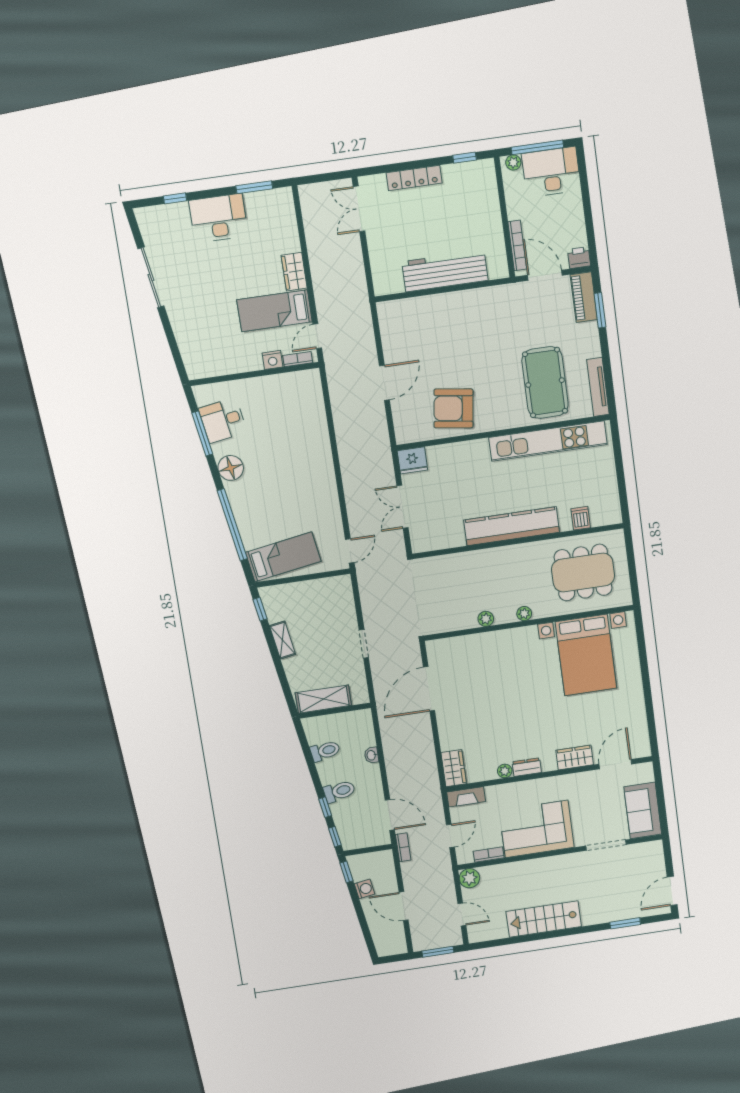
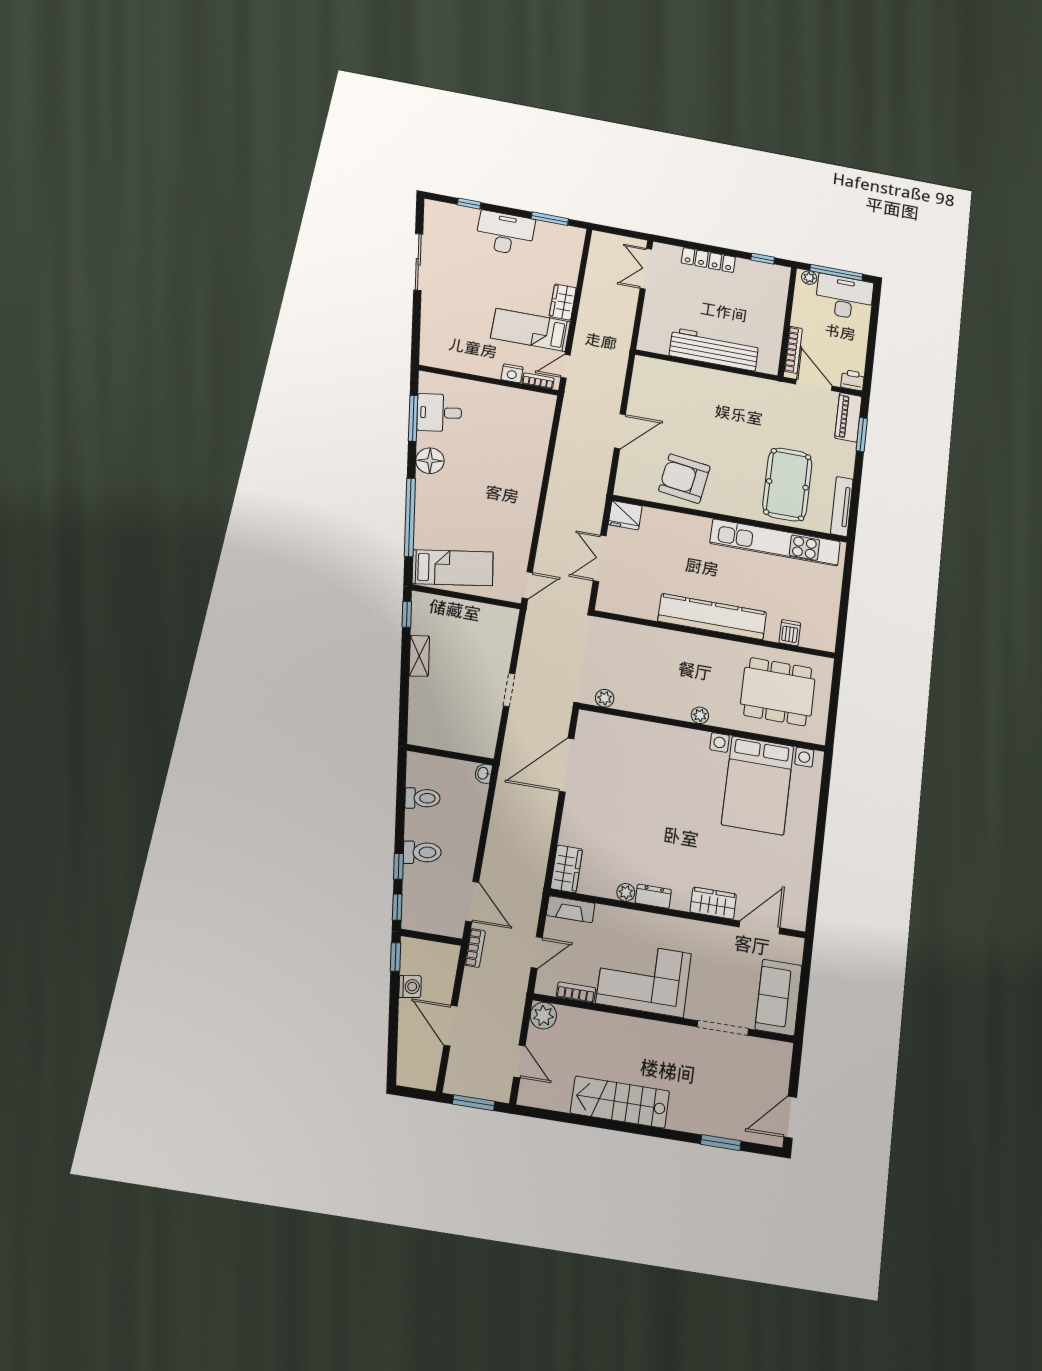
plant: (486, 619) -> (605, 698), moved
shelving: (323, 699) -> (442, 737), removed
washbasin: (371, 755) -> (483, 773), moved

